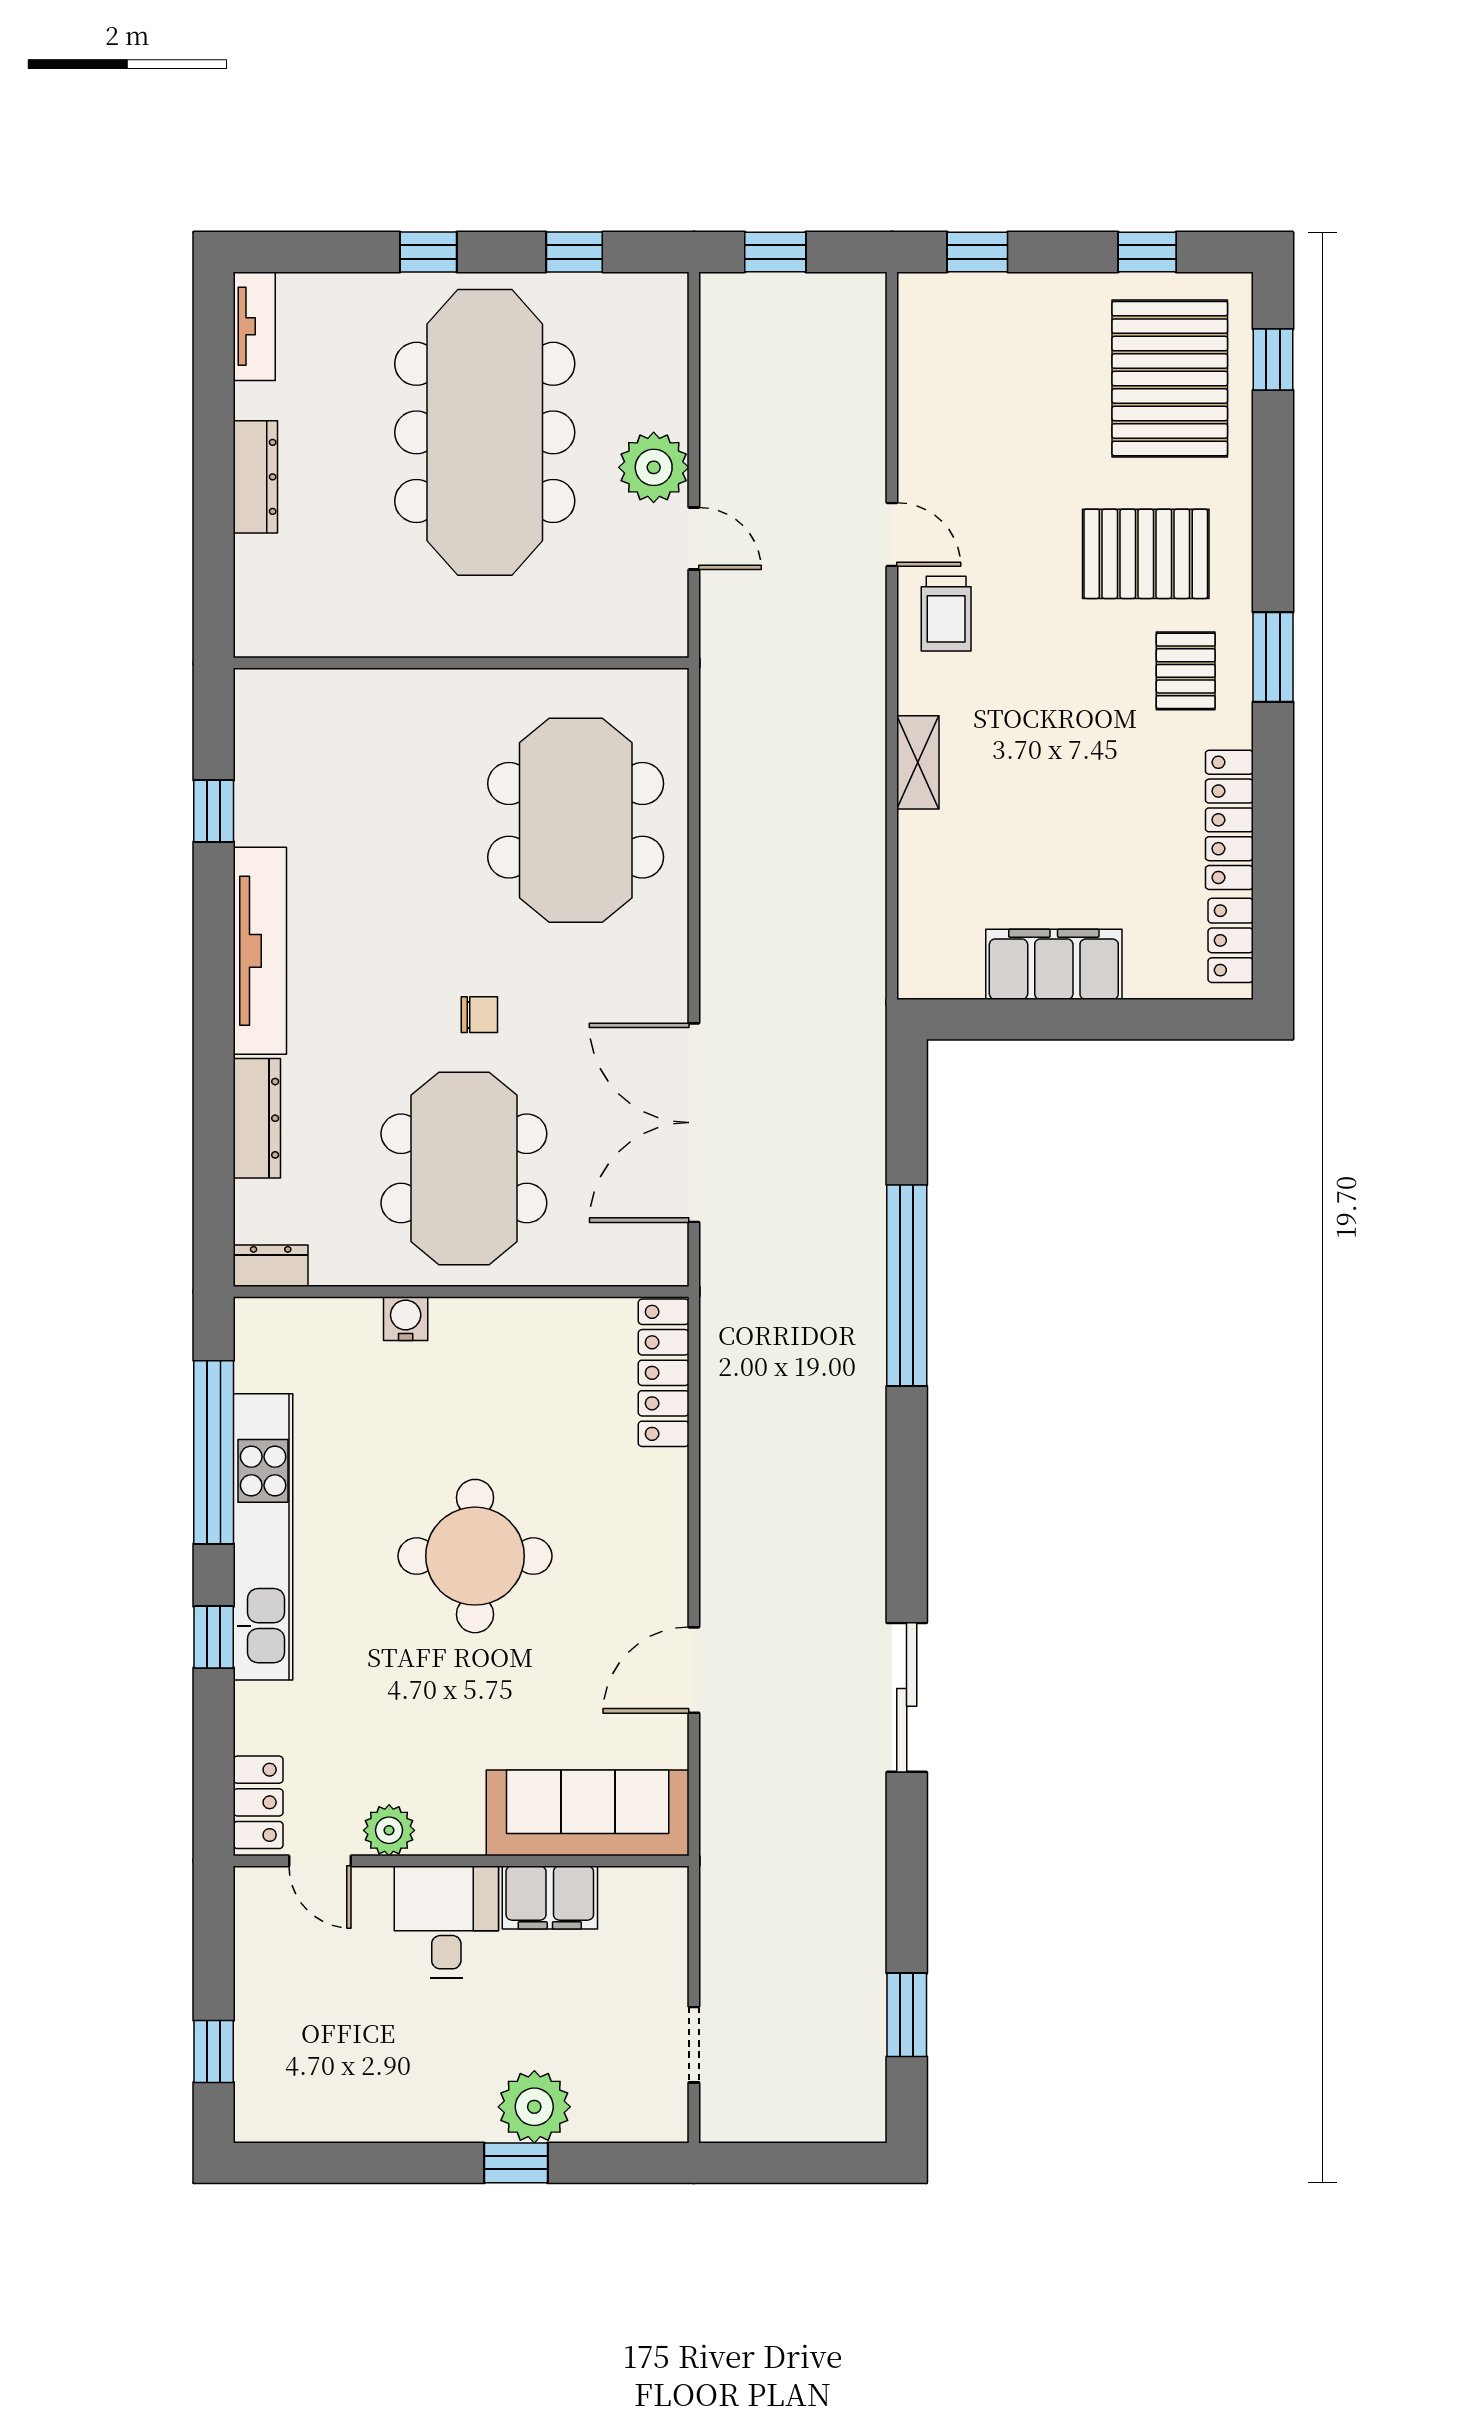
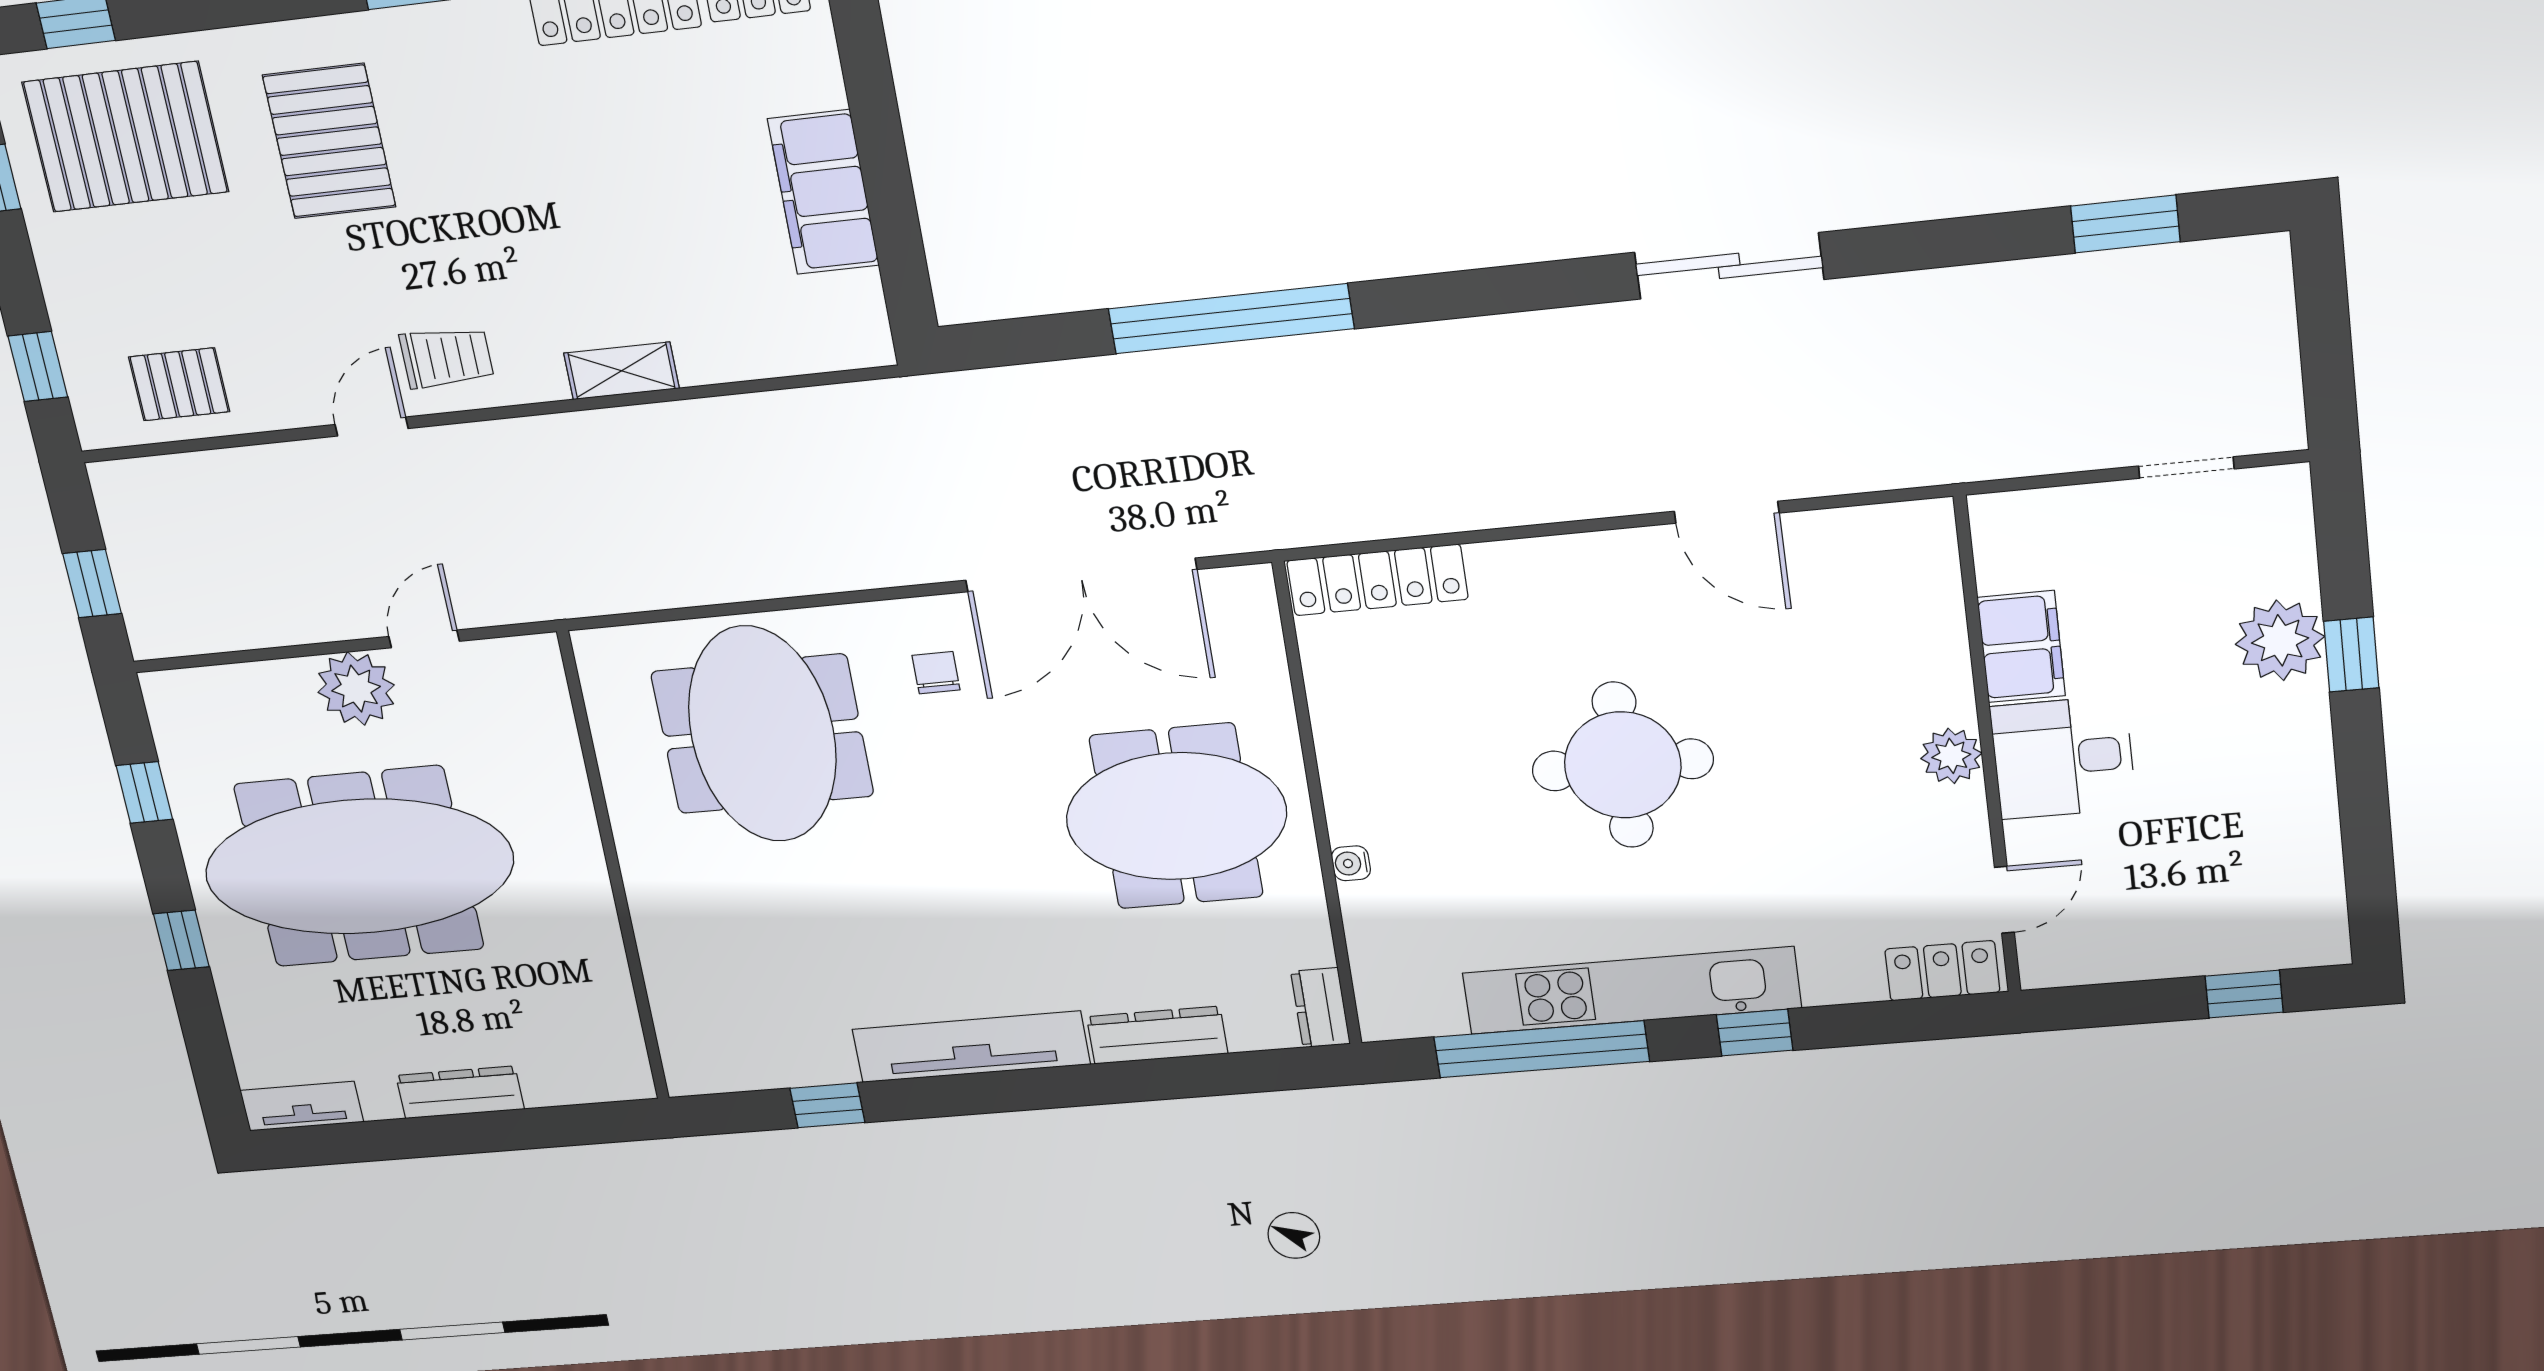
pallet: (1186, 671) -> (179, 384), moved
meeting table: (576, 820) -> (762, 734), turned 90
chair: (479, 1015) -> (936, 673), moved
water cooler: (406, 1319) -> (1351, 863), width x0.72, depth x0.72
sofa: (588, 1813) -> (1914, 614), removed
plant: (389, 1830) -> (1951, 756), moved

